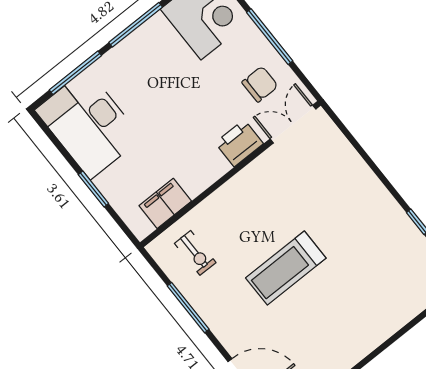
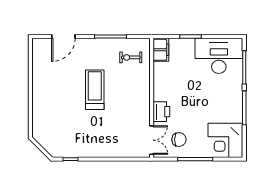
chair: (260, 84) -> (179, 140), turned -90
filing cabinet: (165, 203) -> (161, 50), moved

